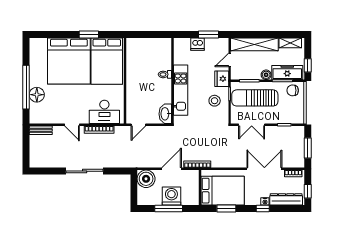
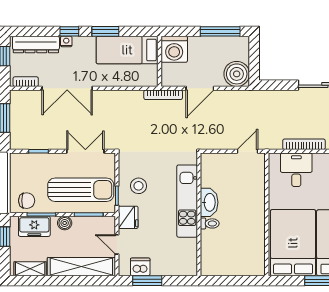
dishwasher: (198, 44) -> (140, 267), moved
door: (230, 60) -> (117, 244), swing flipped
freezer: (287, 73) -> (34, 226), width x0.71
desk: (104, 112) -> (296, 170), width x0.73
washbasin: (165, 114) -> (209, 202), moved
bed: (223, 191) -> (127, 50), width x0.67
washing machine: (171, 196) -> (174, 49), moved
window: (169, 208) -> (220, 31), moved
window: (226, 208) -> (105, 31), moved

